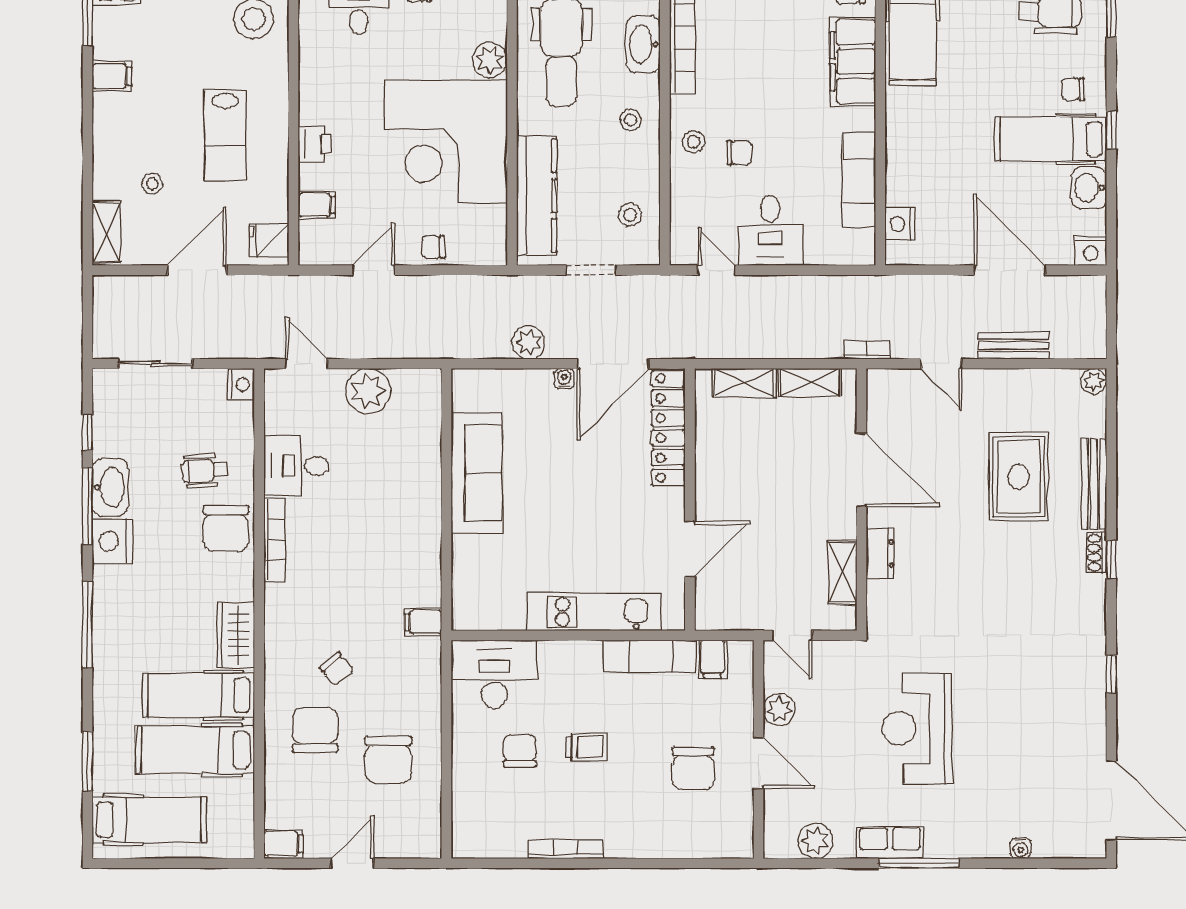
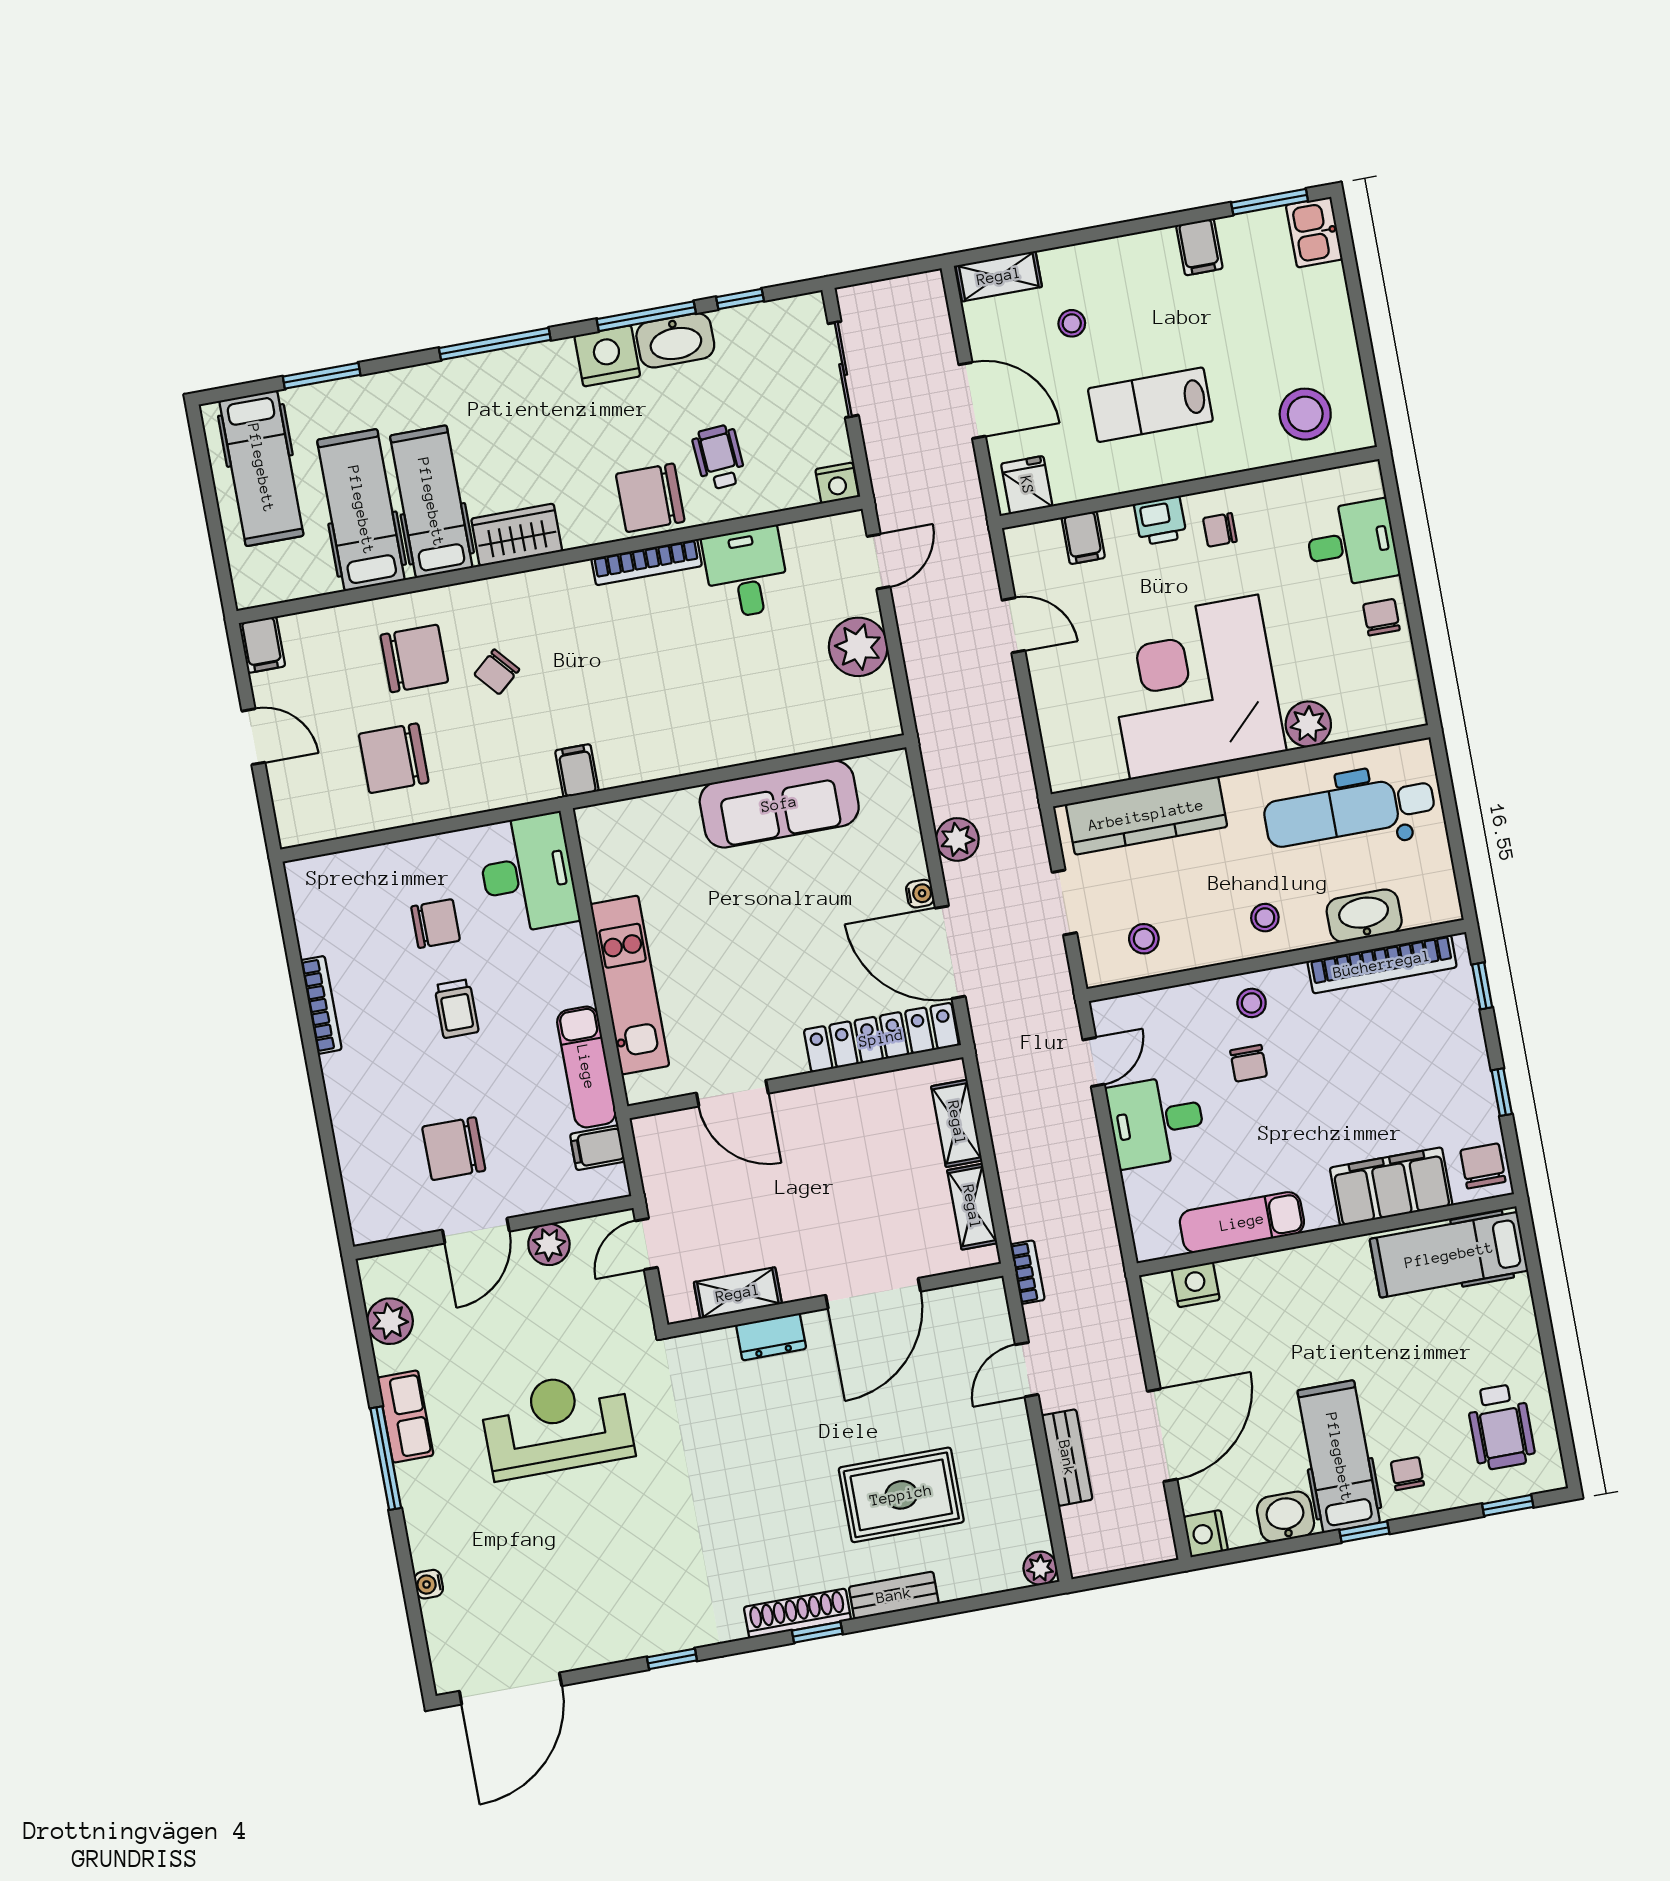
chair: (433, 247) -> (1220, 530), moved, turned -88
bench: (1094, 484) -> (894, 1595), width x0.73
shoe rack: (1097, 553) -> (797, 1613), width x1.94, depth x1.24

